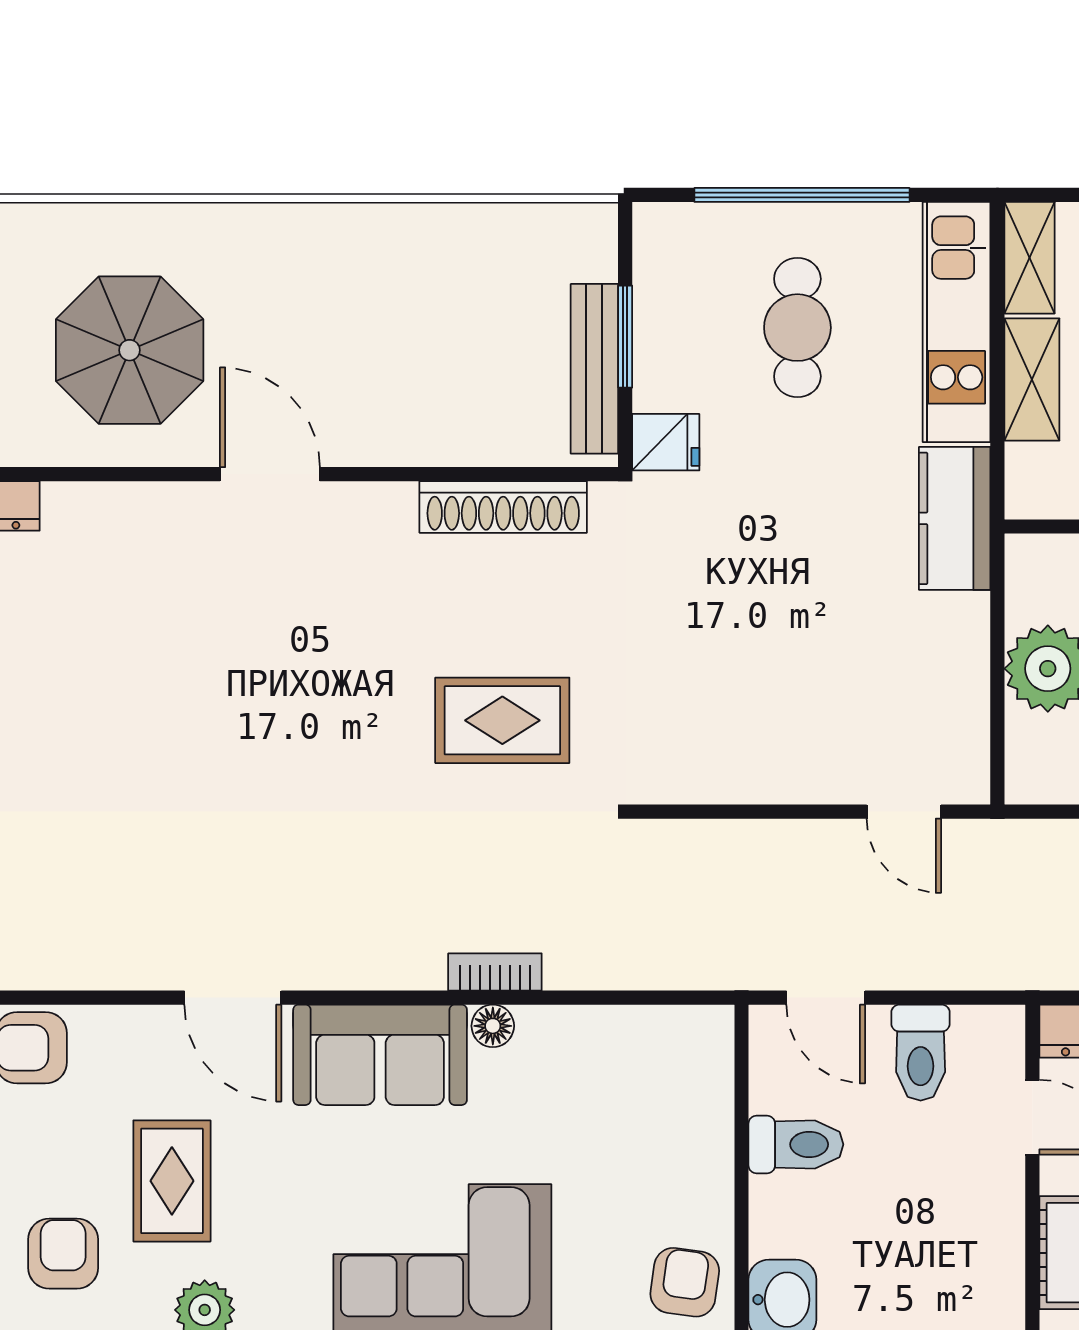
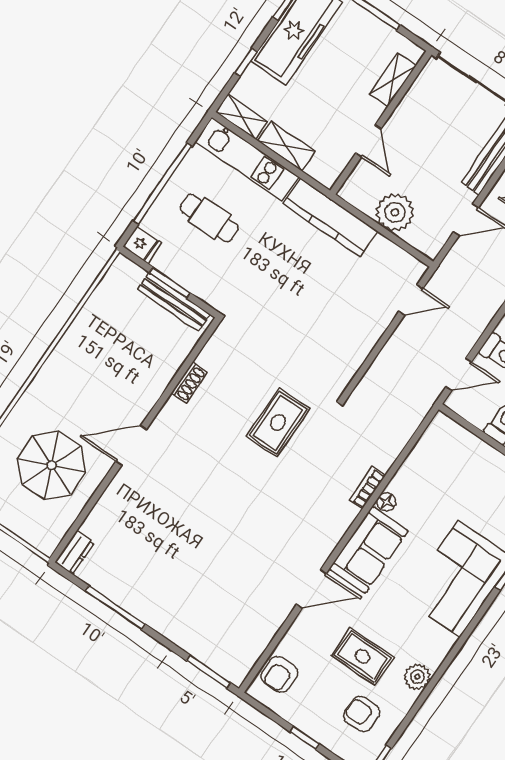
fridge: (666, 442) -> (142, 245), moved, turned 90
shoe rack: (503, 507) -> (189, 383), width x0.51, depth x0.81
kitchen counter: (955, 518) -> (330, 218), width x1.50

